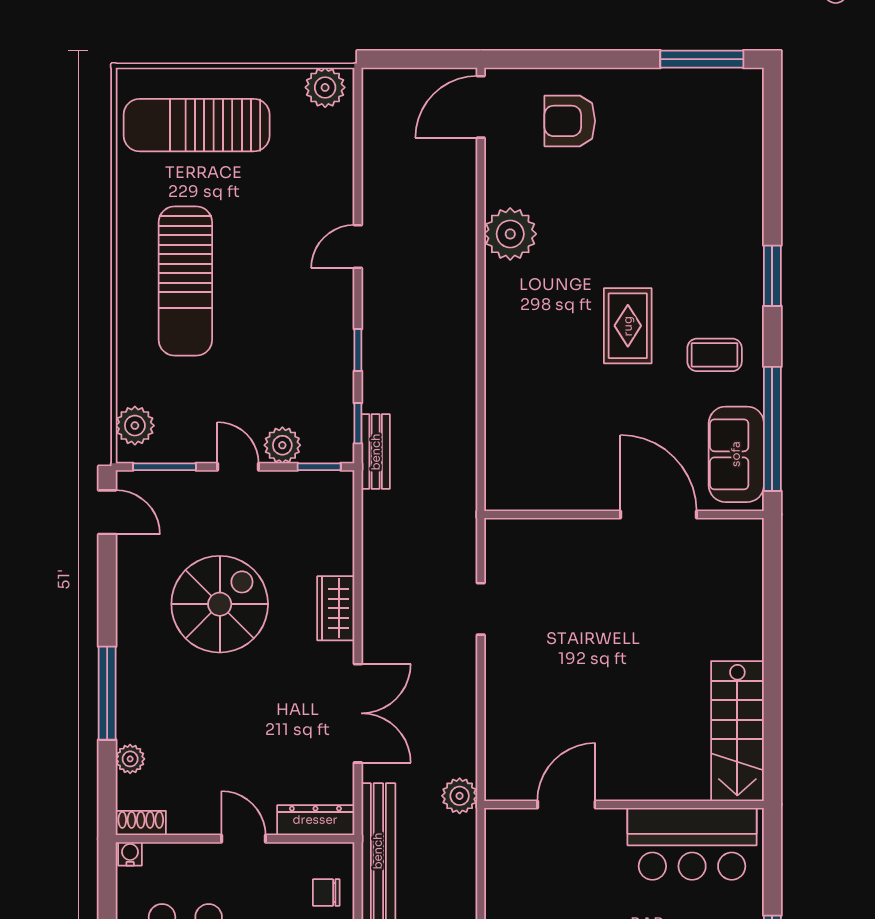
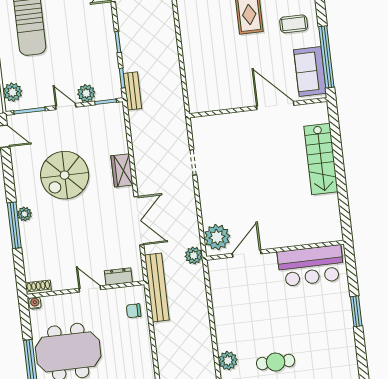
spiral stairs: (220, 604) -> (65, 175), turned 180
stairs: (737, 731) -> (321, 159), moved
plant: (130, 759) -> (24, 214), moved
plant: (511, 765) -> (217, 237), added
dresser: (315, 820) -> (118, 276), width x0.70

